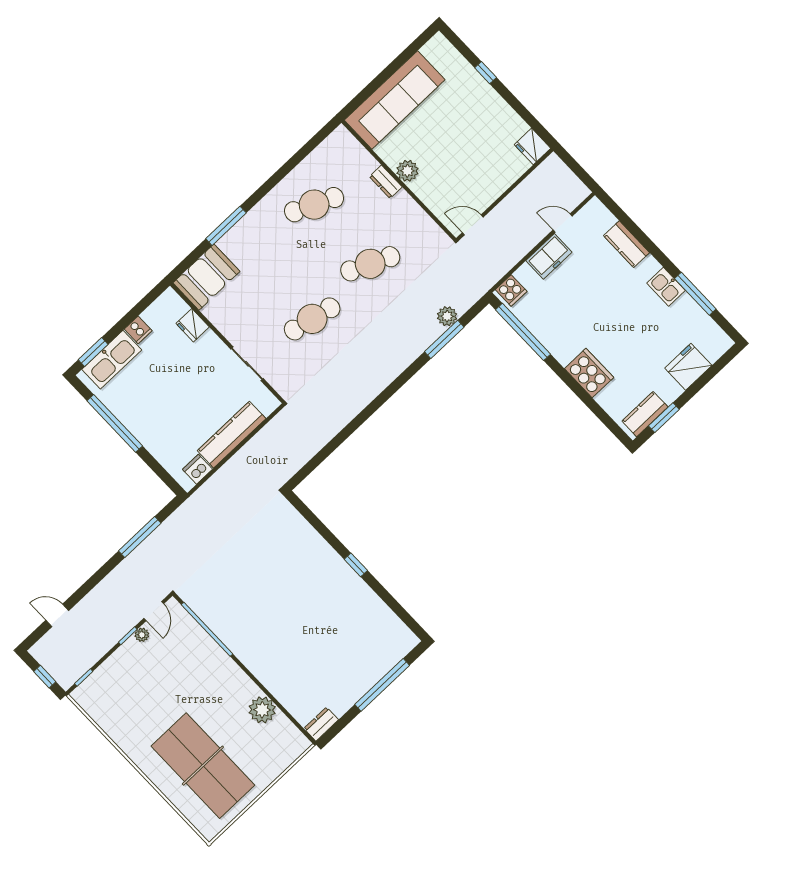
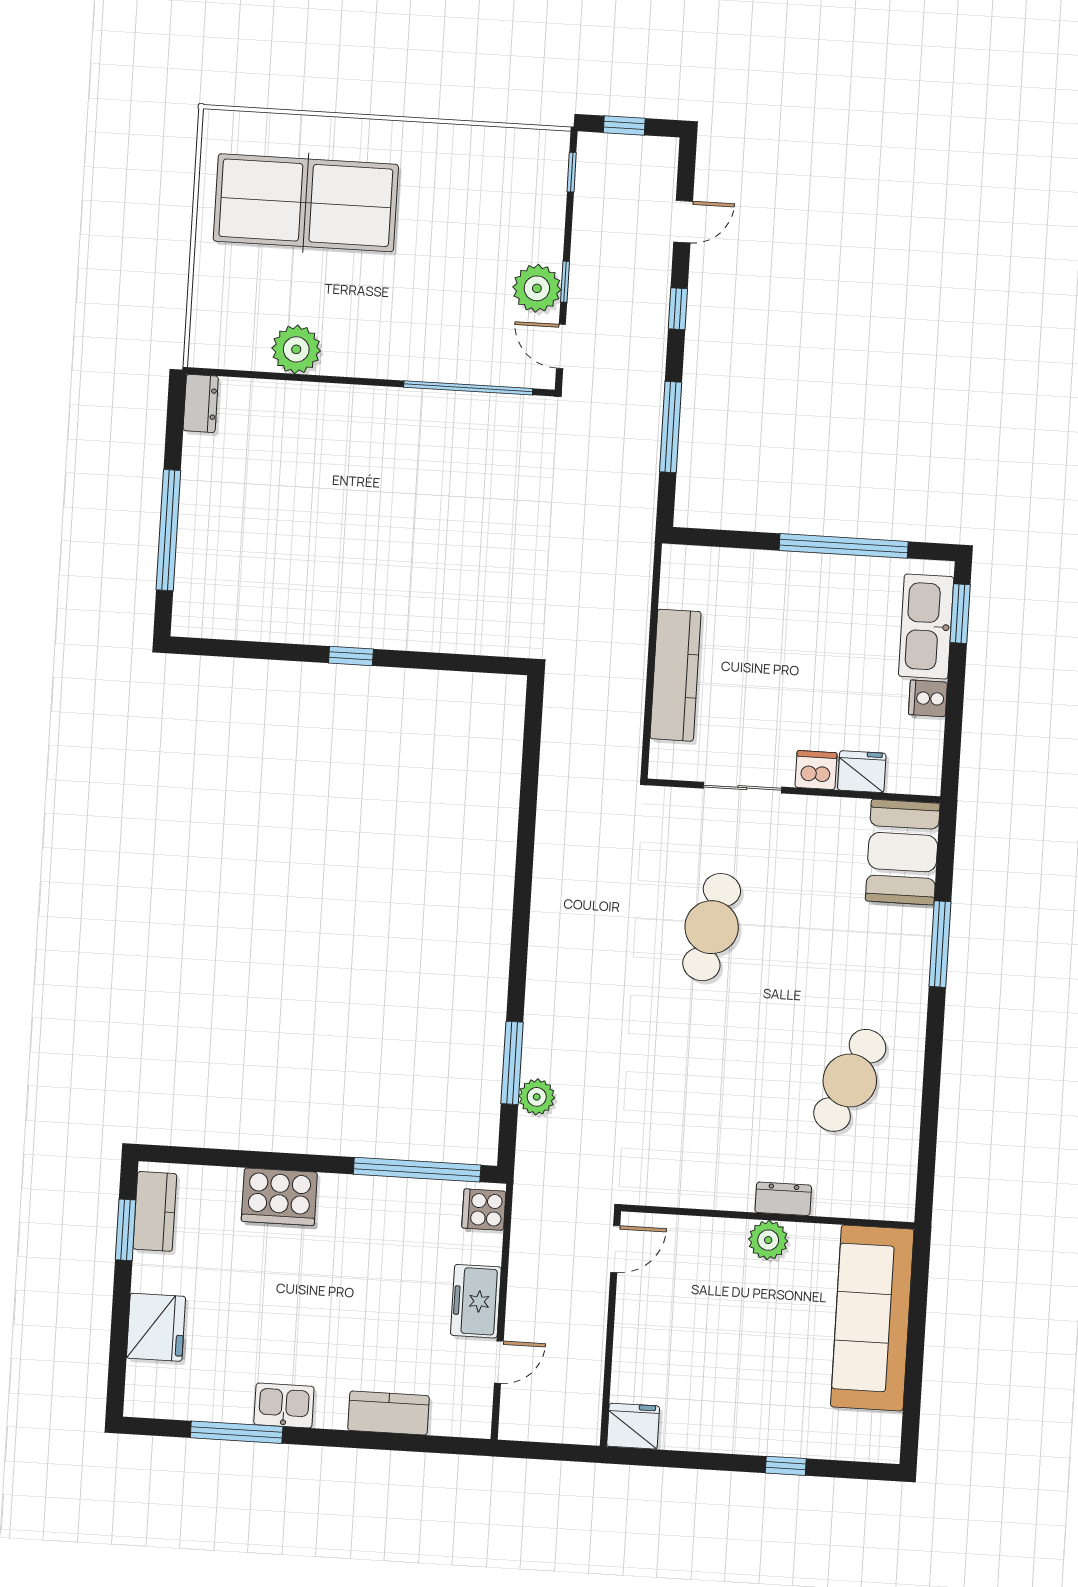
cafe table: (370, 264) -> (703, 1071), removed
dishwasher: (197, 469) -> (816, 770), moved, turned -90
window: (92, 582) -> (678, 309), added
plant: (142, 635) -> (537, 288), width x1.88, depth x1.88

